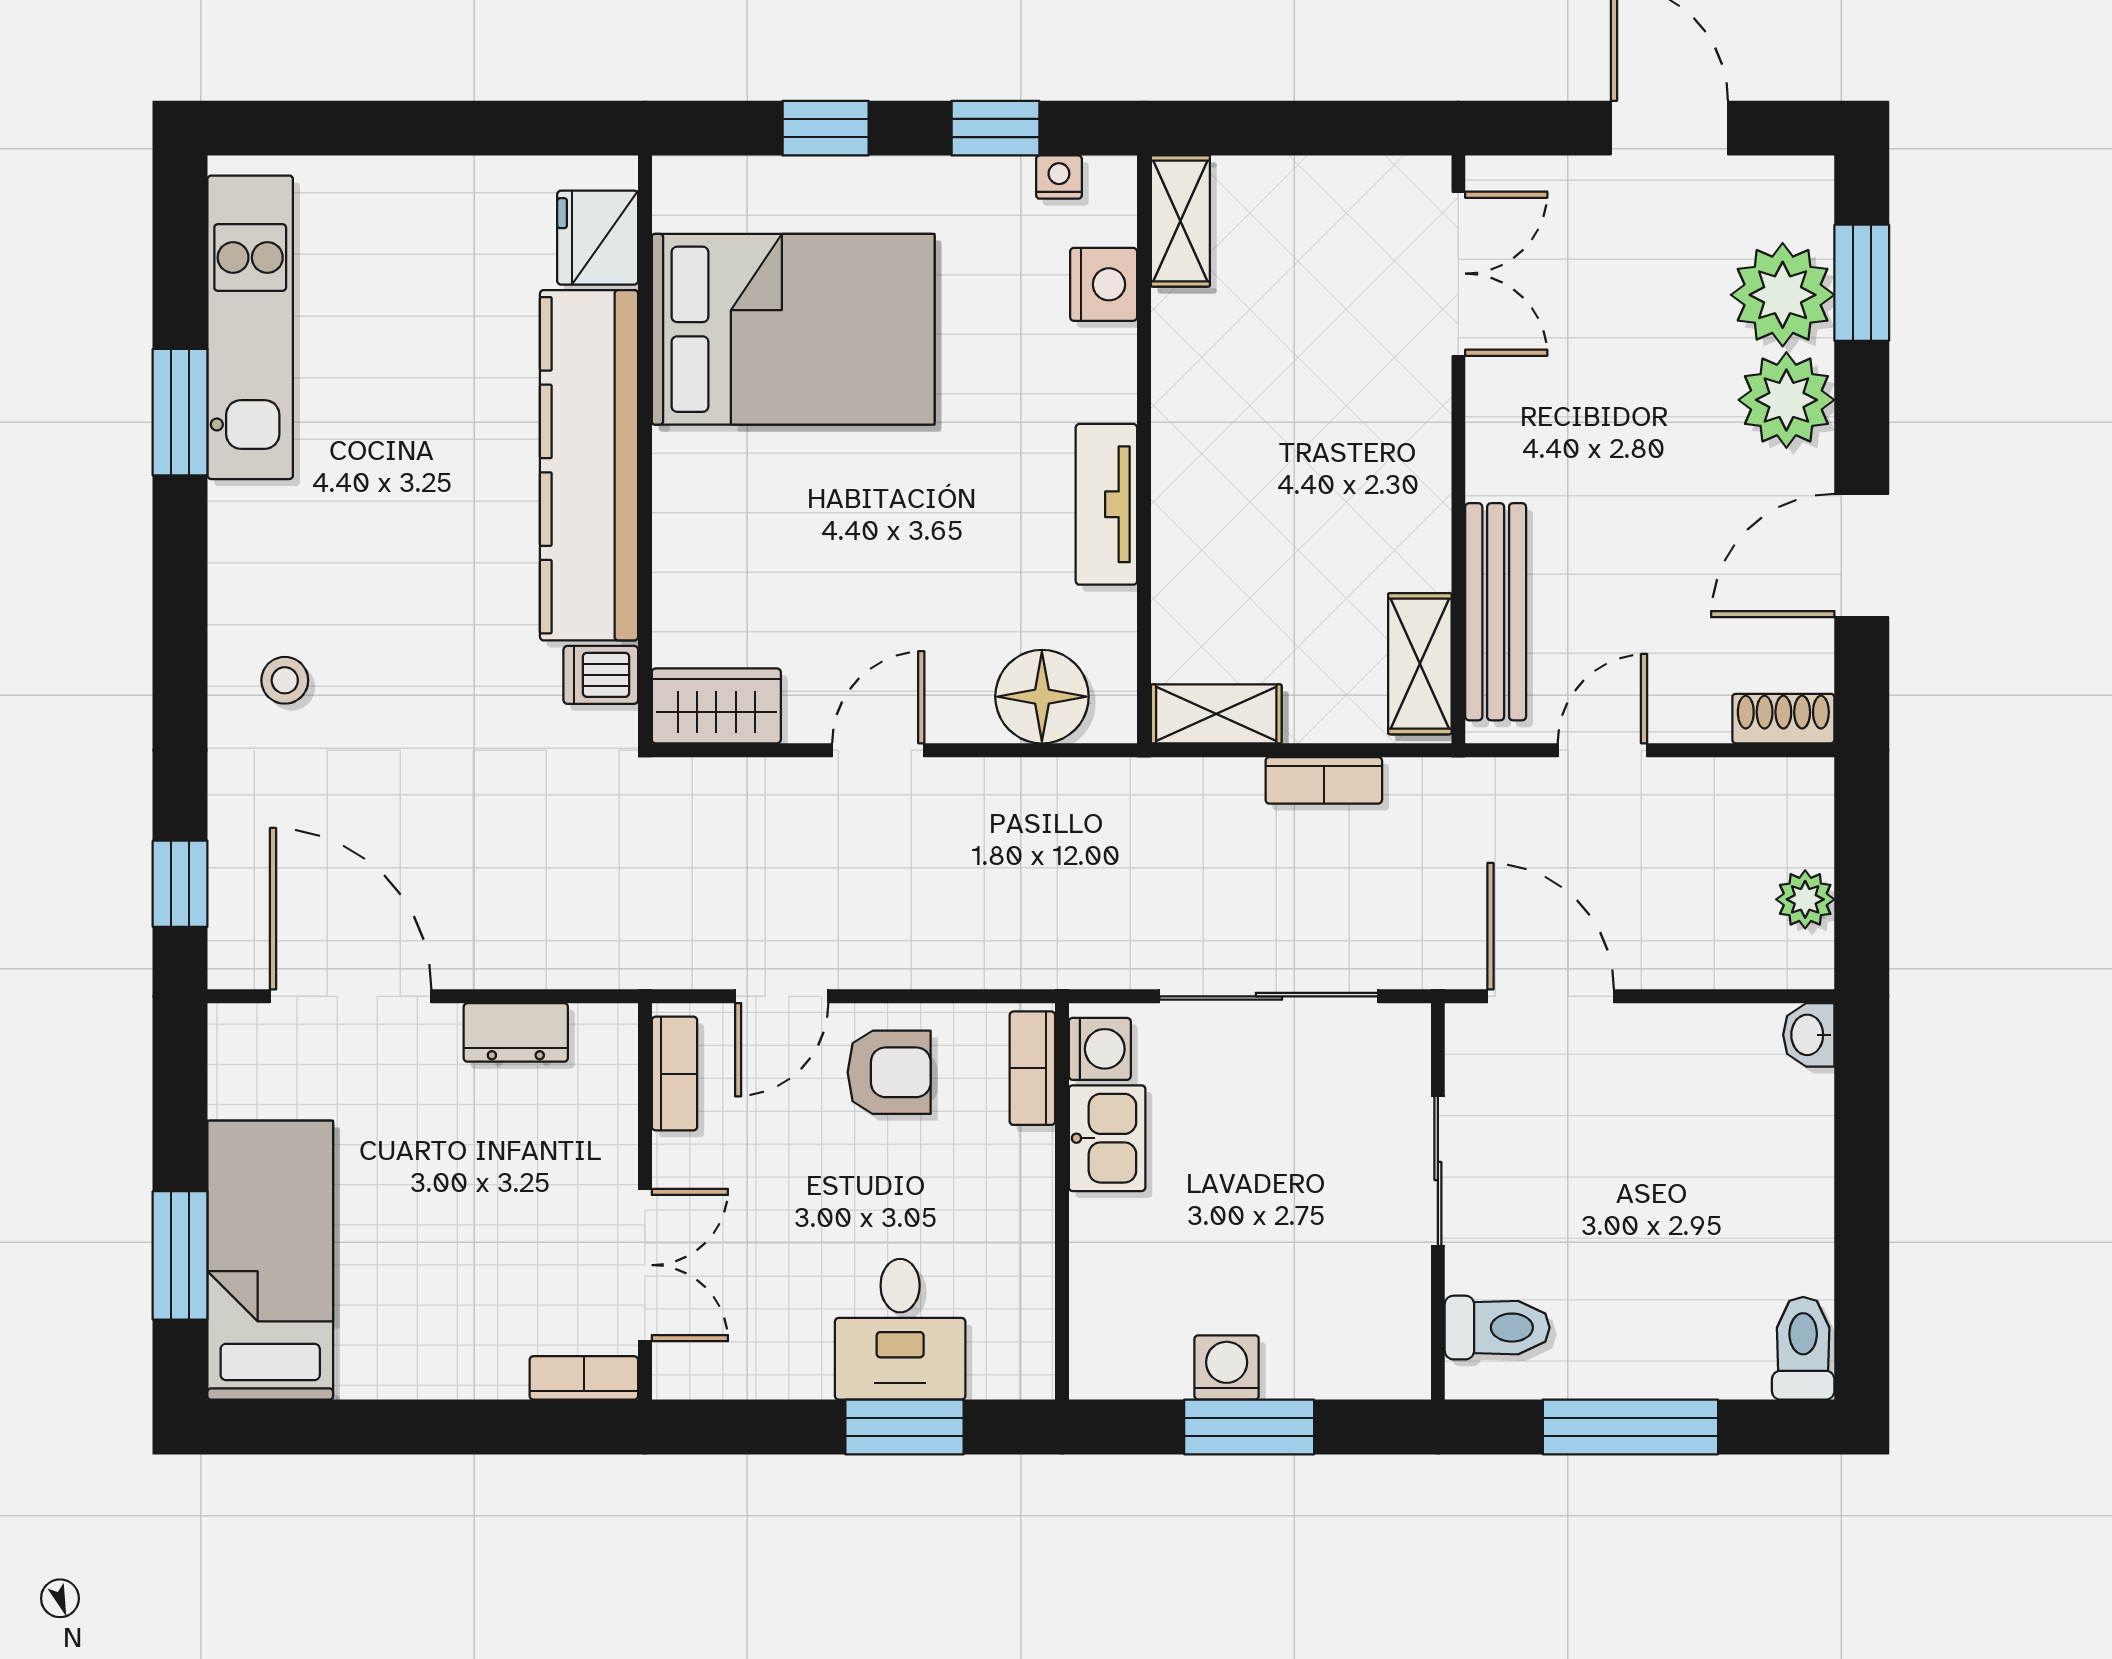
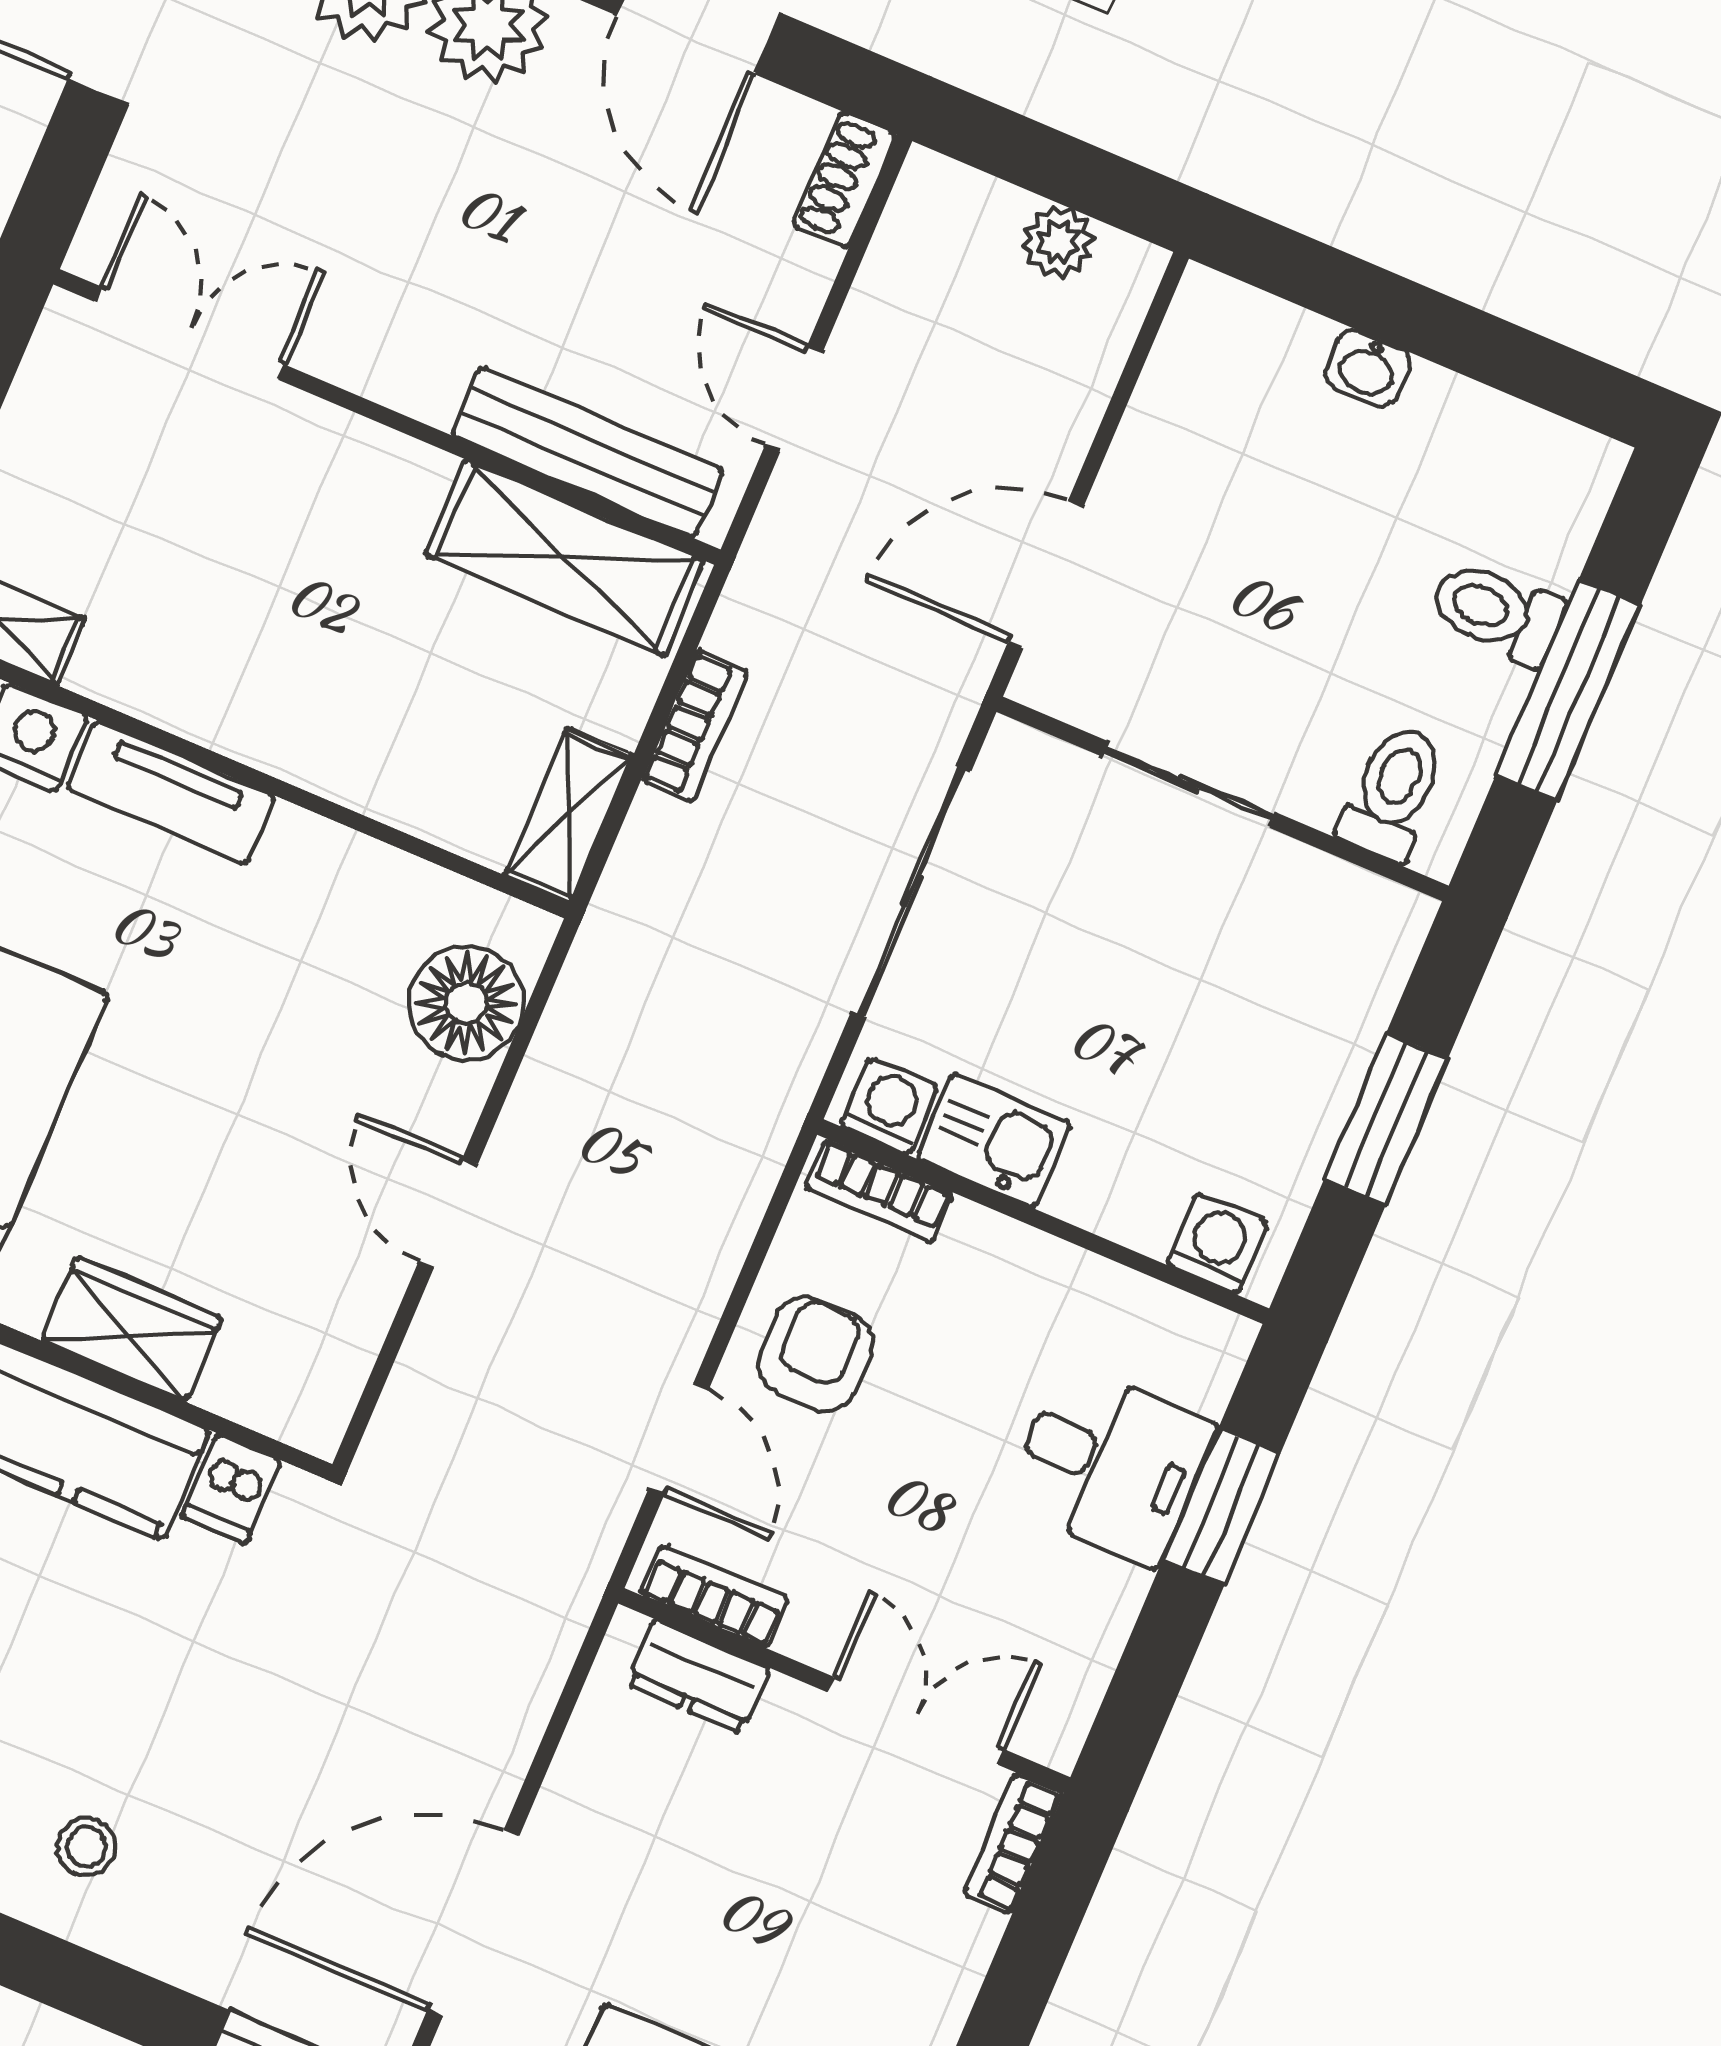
tv unit: (1106, 504) -> (171, 792), moved
shelving: (1420, 664) -> (565, 558), width x1.50, depth x1.33
wardrobe: (716, 706) -> (132, 1329), moved, turned 90
dresser: (516, 1032) -> (698, 1676), moved, turned 90
washbasin: (1809, 1035) -> (1368, 368), moved
toilet: (1803, 1348) -> (1497, 612), moved
washing machine: (1227, 1367) -> (1217, 1244), moved, turned 90

